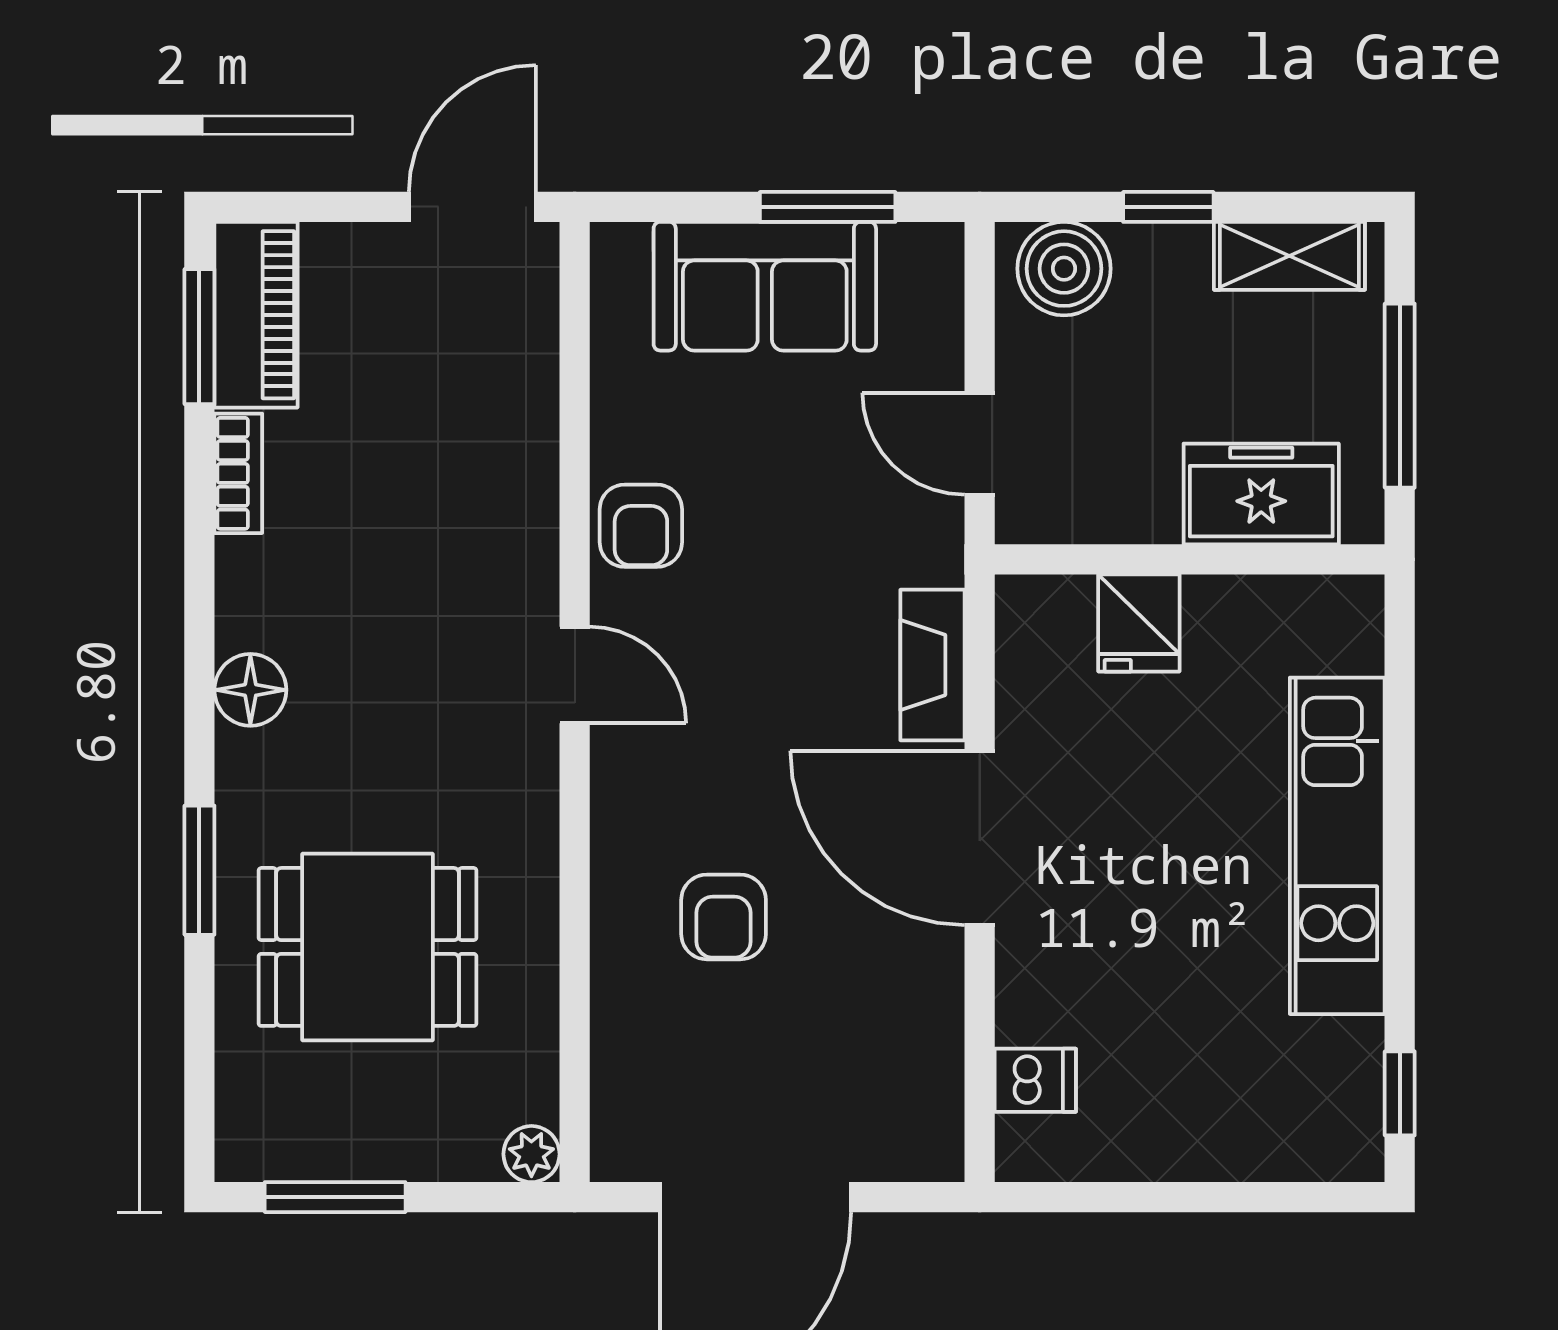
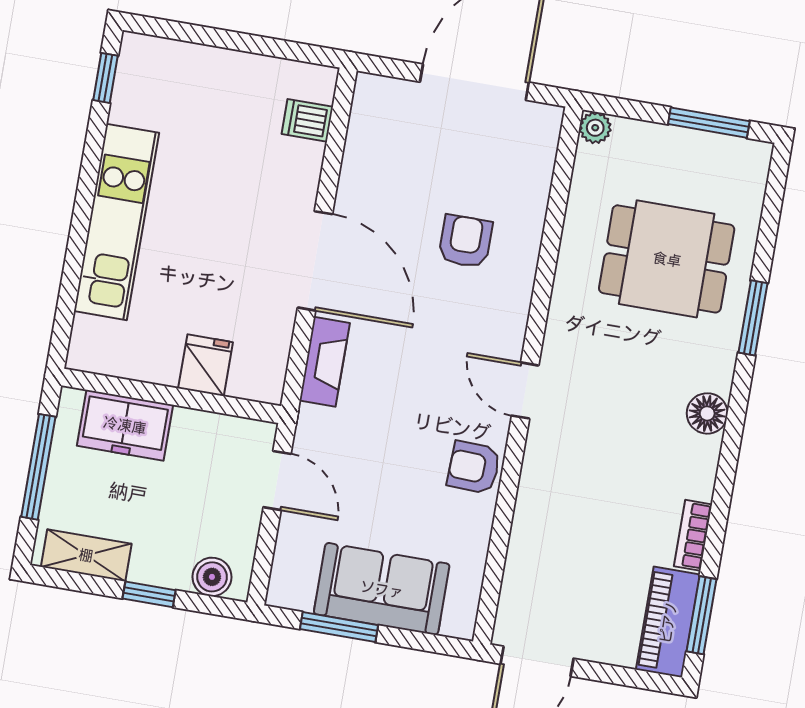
boiler: (1064, 269) -> (212, 577), width x0.73, depth x0.73
armchair: (641, 526) -> (474, 467), turned -88

